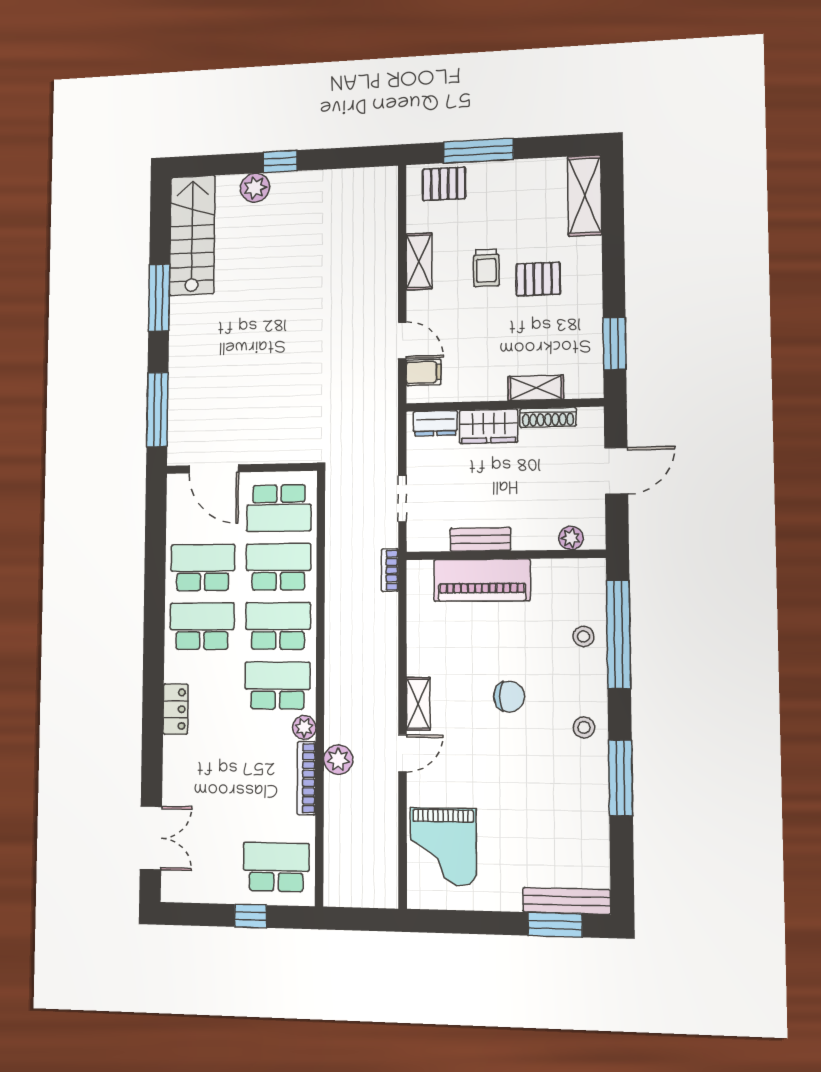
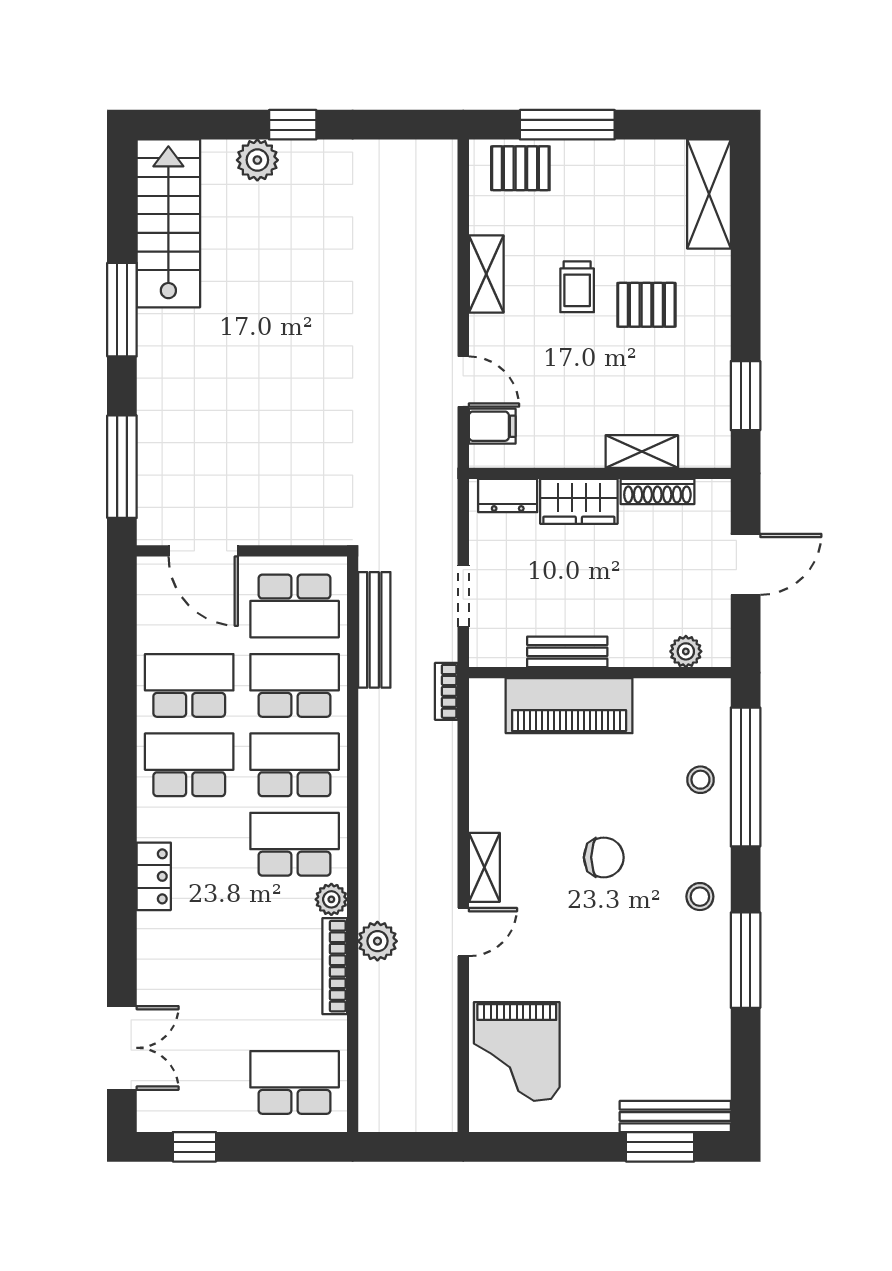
bench: (337, 525) -> (374, 630), added
window: (251, 916) -> (194, 1147), moved

